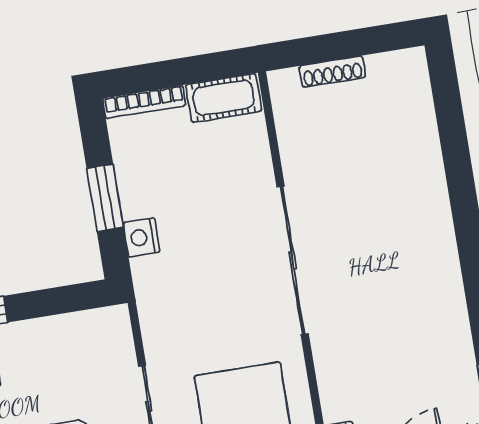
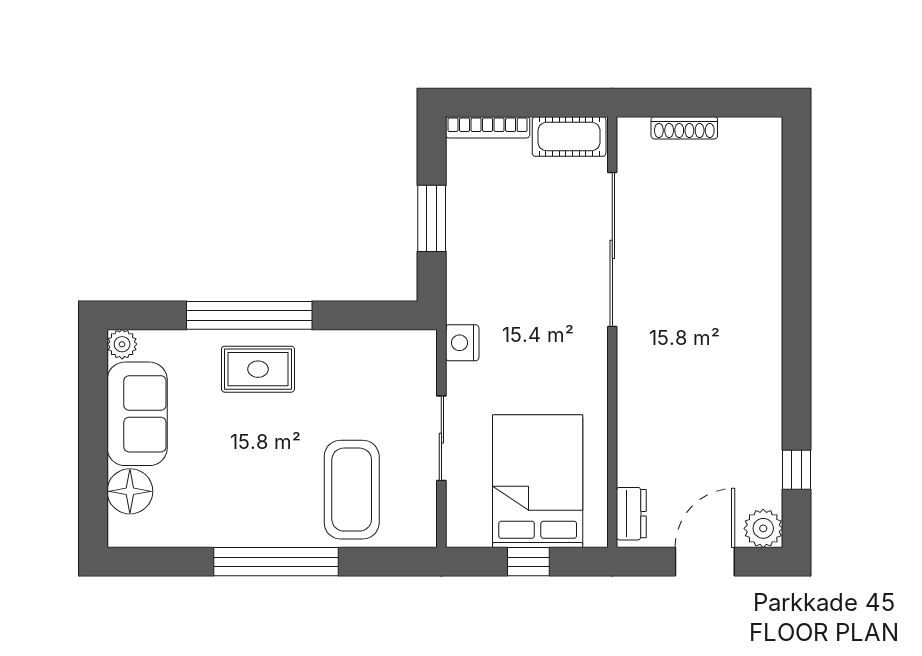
nightstand: (141, 237) -> (462, 343), moved
sliding door: (293, 260) -> (612, 249), moved

